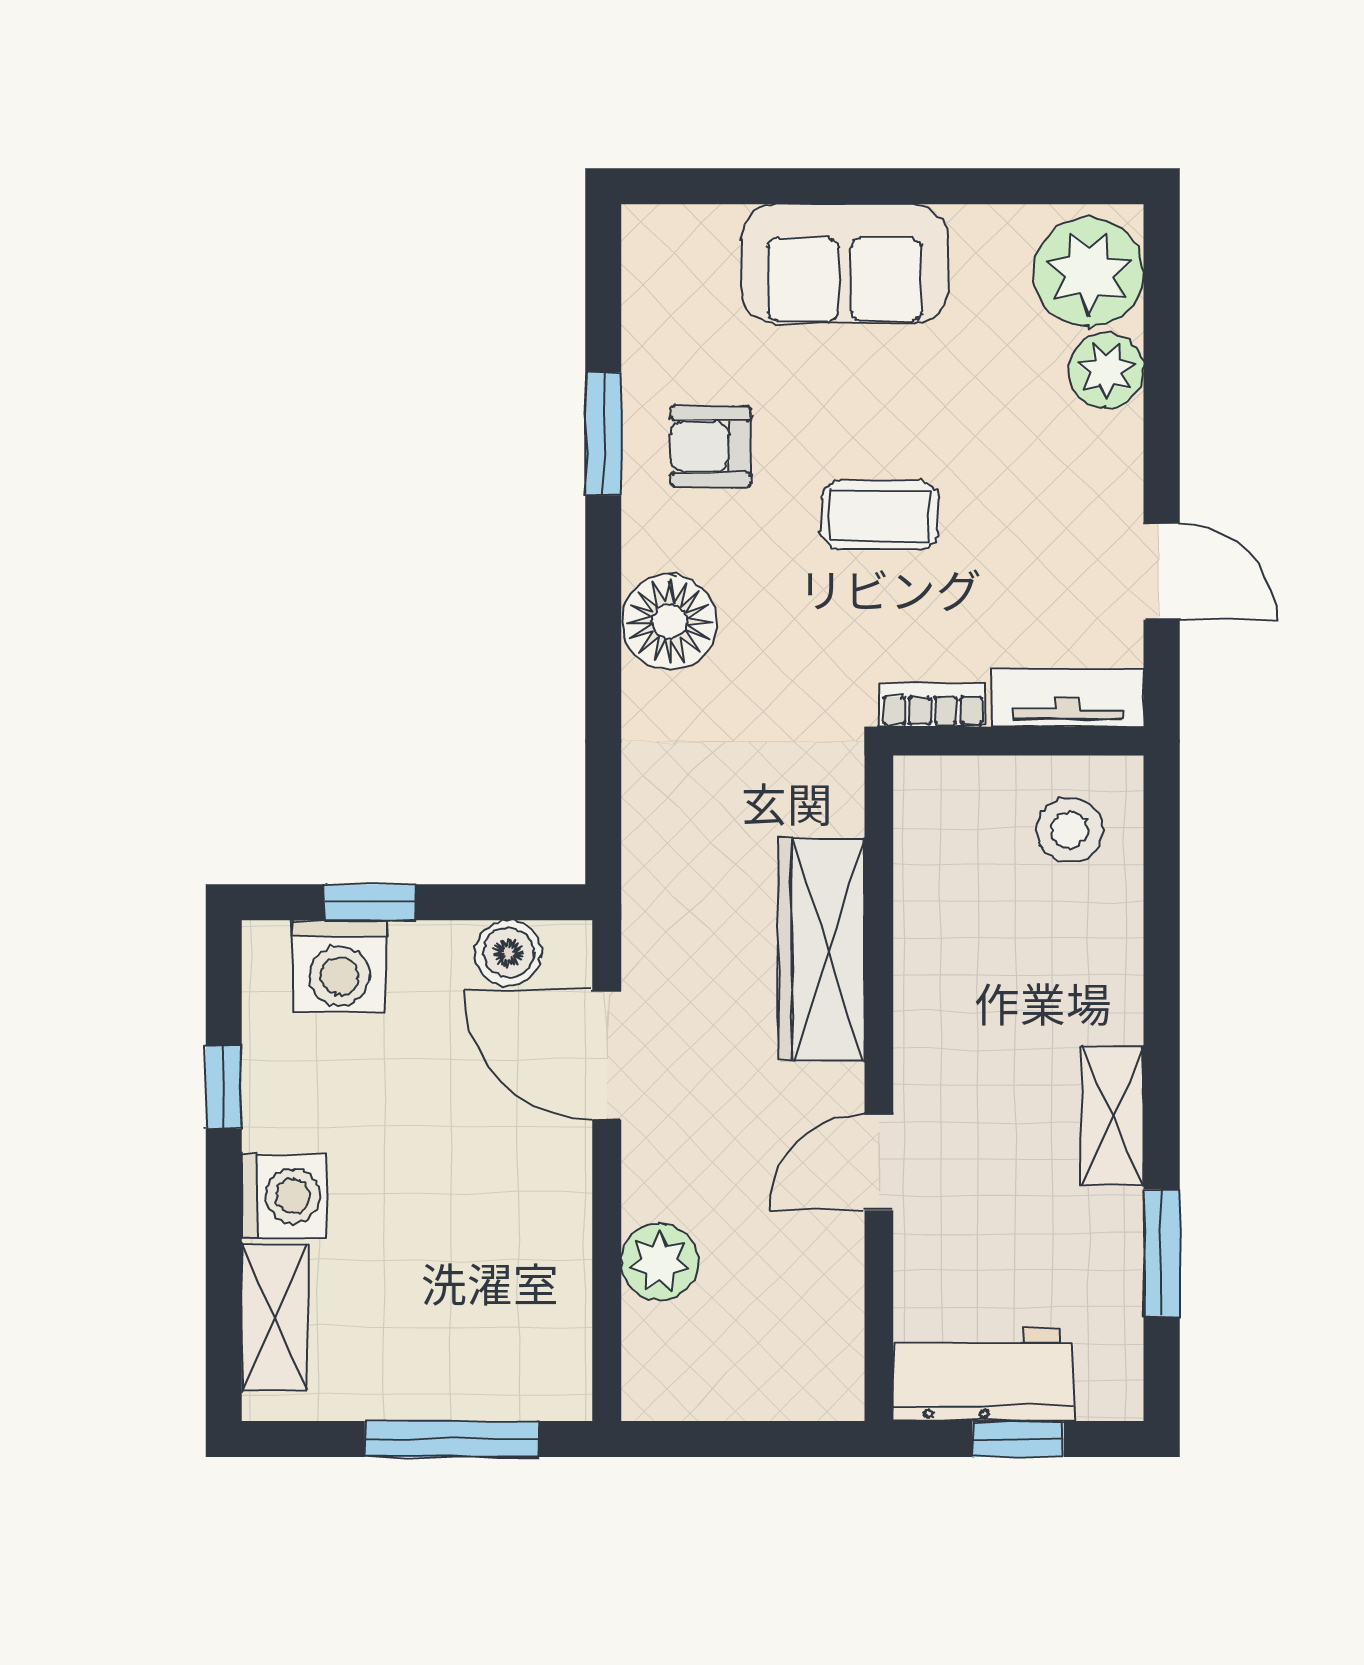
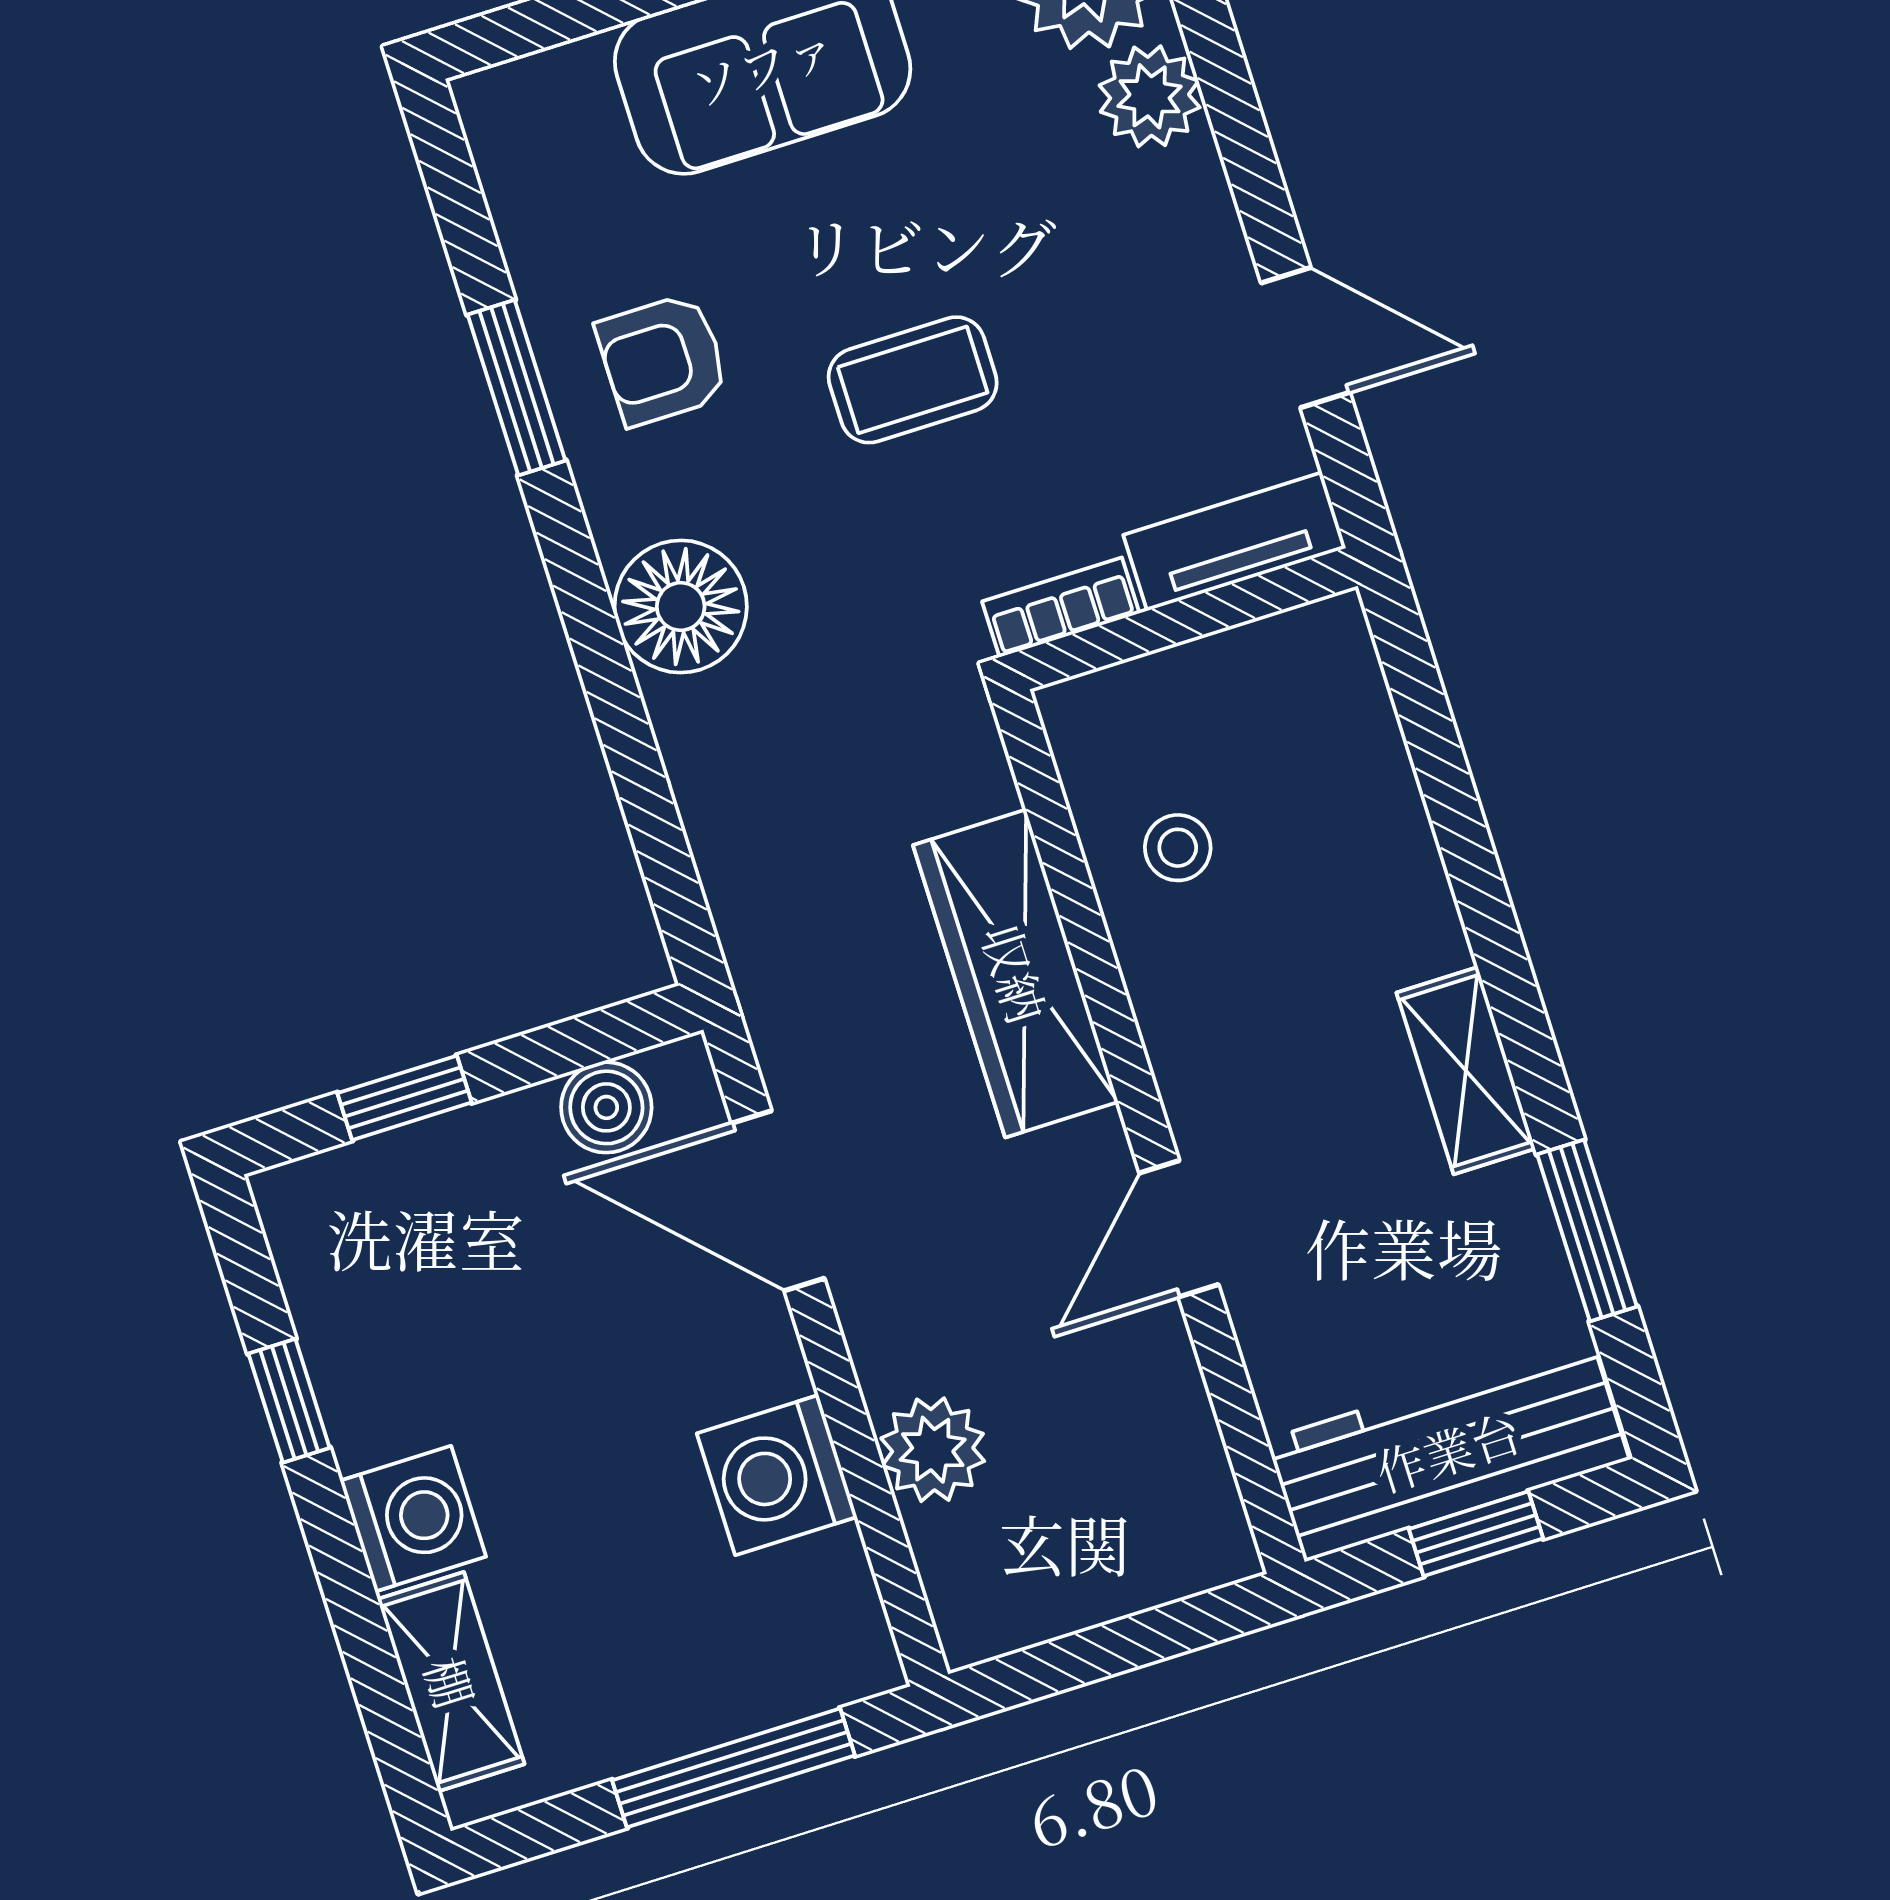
stool: (1070, 830) -> (1178, 848), moved, width x0.73, depth x0.73
washing machine: (339, 967) -> (777, 1475), moved, turned 90
workbench: (983, 1375) -> (1448, 1450), width x1.38

